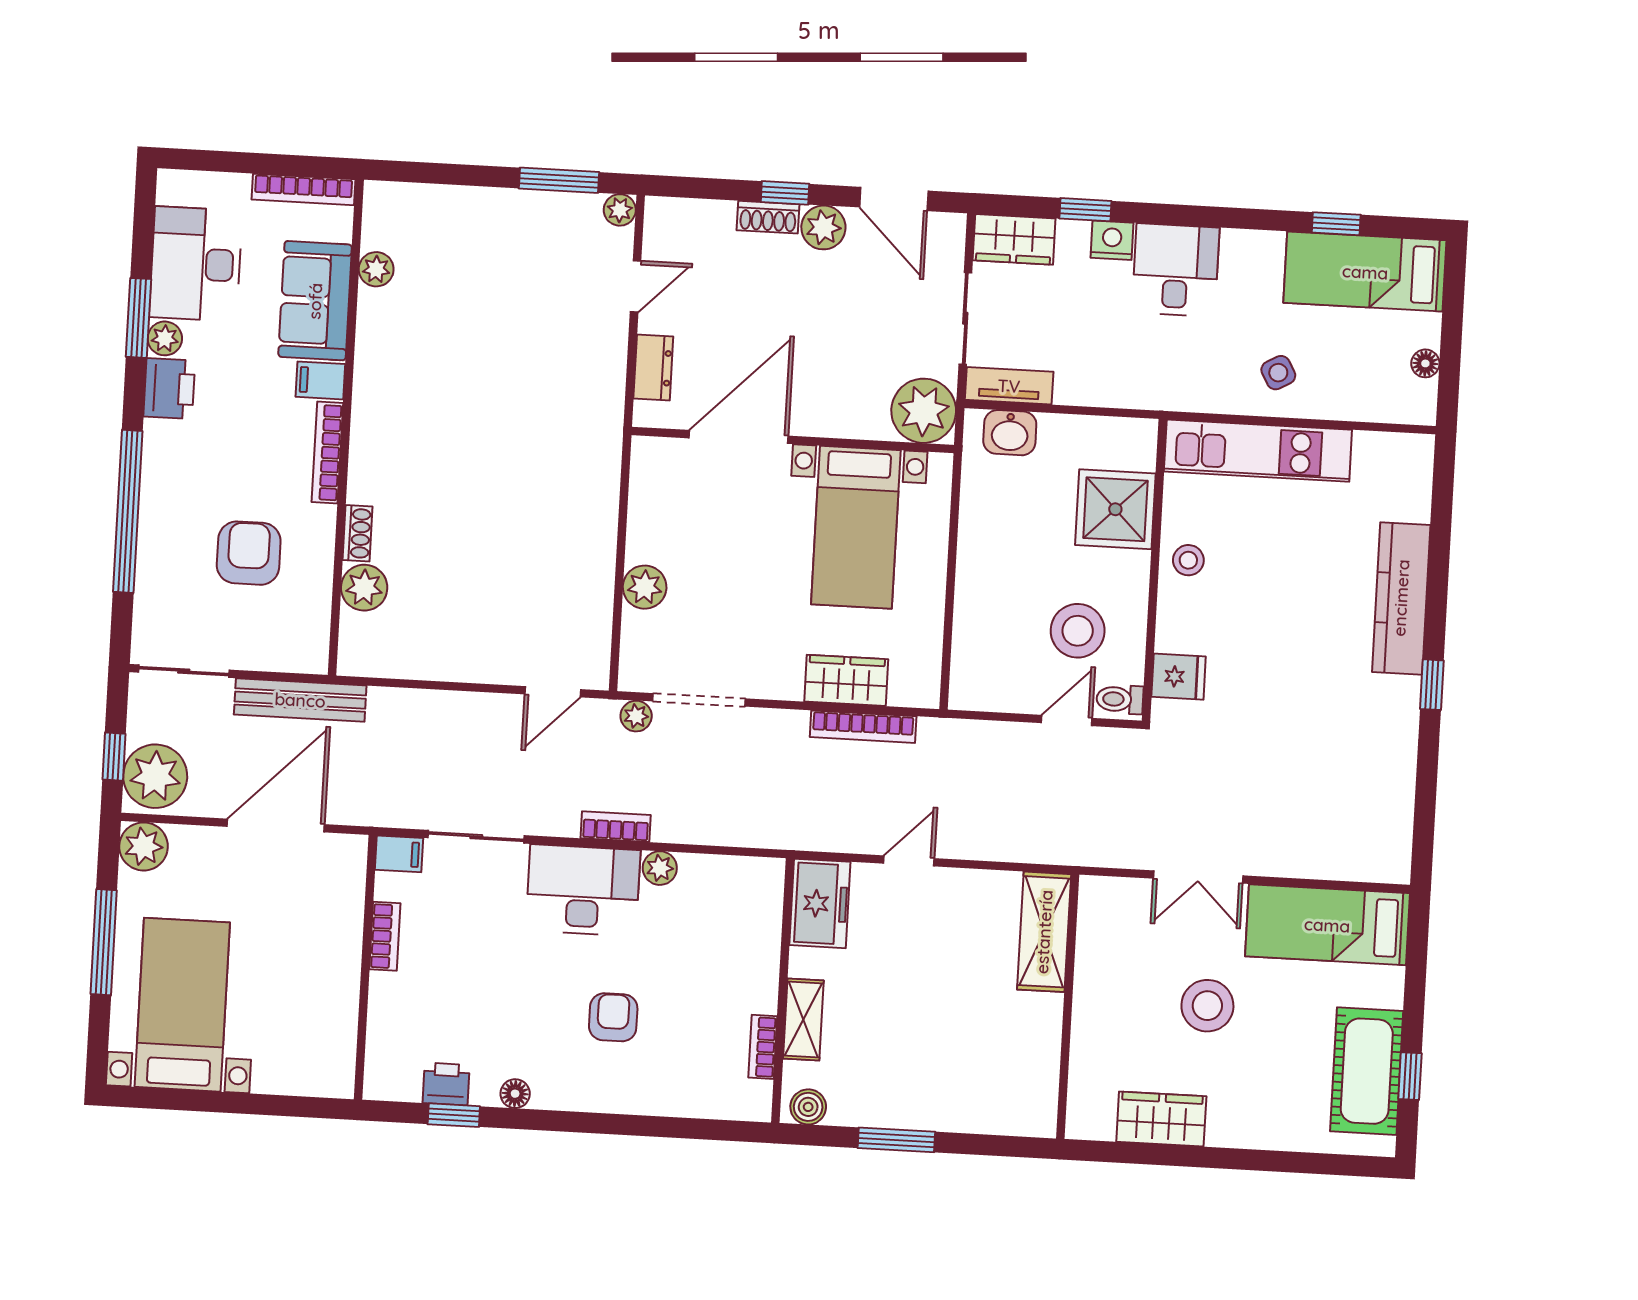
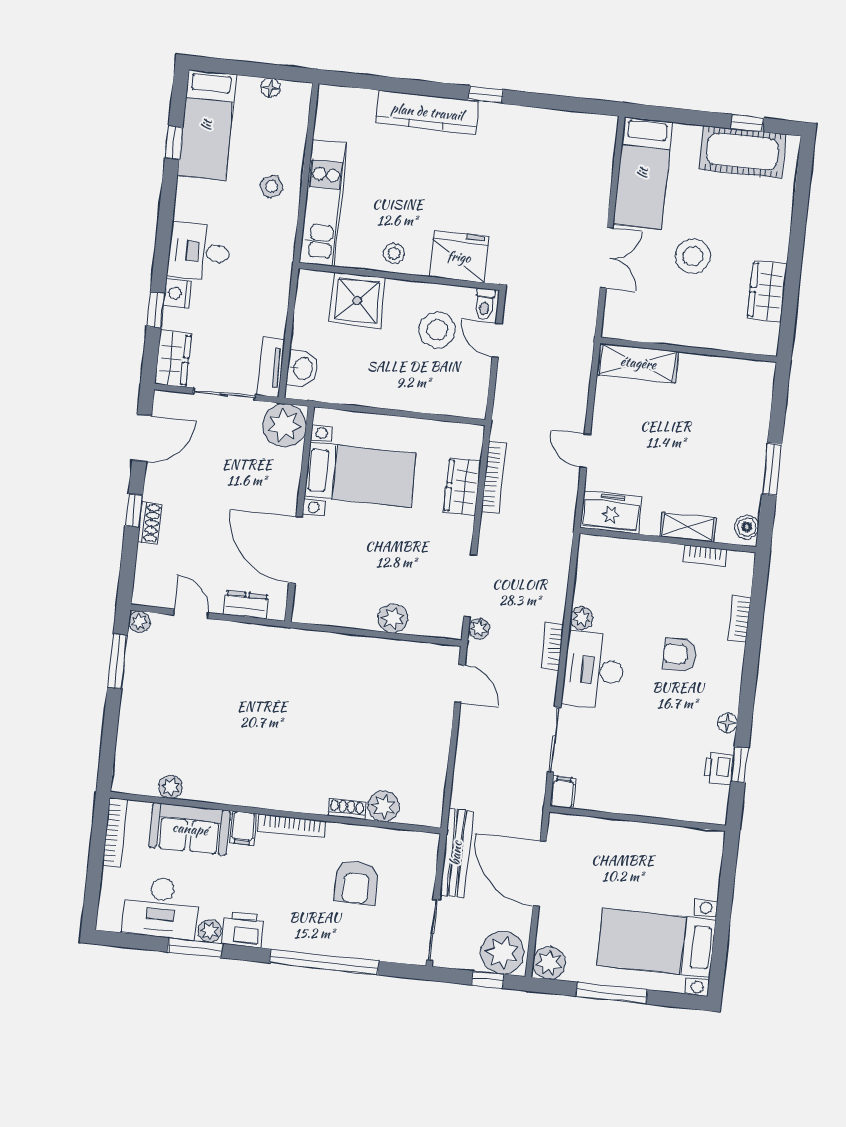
plant: (823, 227) -> (158, 486), removed
armchair: (249, 553) -> (356, 882), turned -90
fridge: (1179, 677) -> (459, 257), width x1.88, depth x1.34
bookcase: (385, 936) -> (739, 619), moved, turned -90

